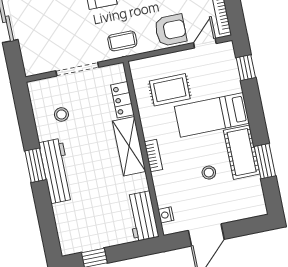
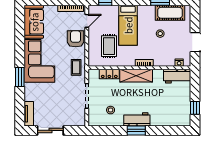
door: (205, 43) -> (87, 21), swing flipped
cot: (242, 152) -> (170, 13), moved
workbench: (56, 171) -> (137, 119), width x0.73

